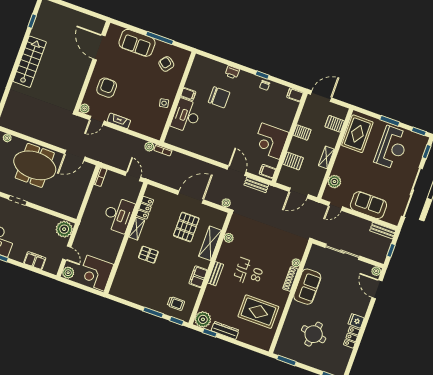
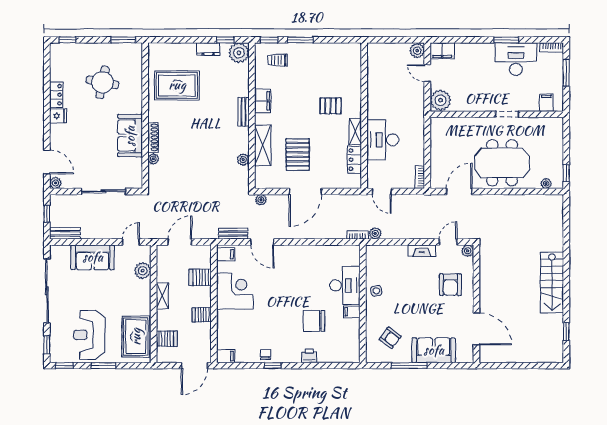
filing cabinet: (35, 261) -> (442, 51), moved
corner desk: (96, 273) -> (385, 62), removed
dresser: (225, 330) -> (208, 49), width x0.70

